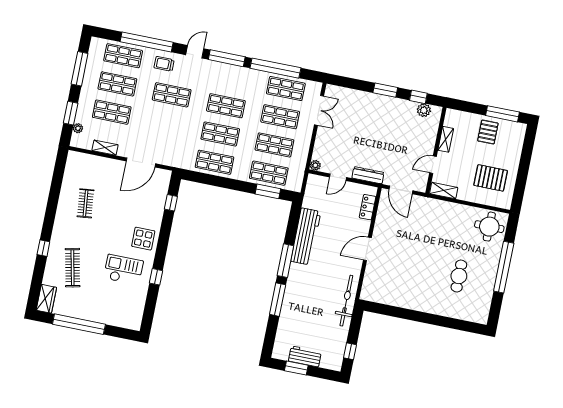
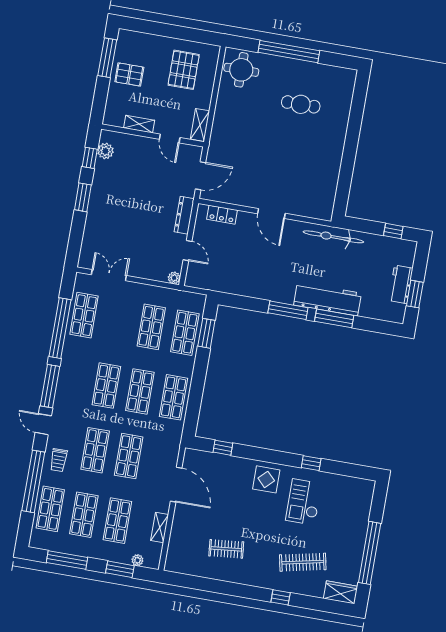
shop shelf: (280, 117) -> (129, 456), moved
workbench: (306, 236) -> (328, 299), moved

